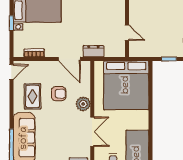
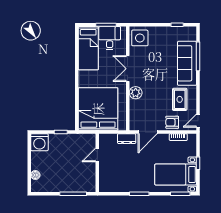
door: (127, 33) -> (97, 155), hinge flipped
door: (69, 59) -> (148, 132), swing flipped
armchair: (59, 94) -> (172, 122), moved

